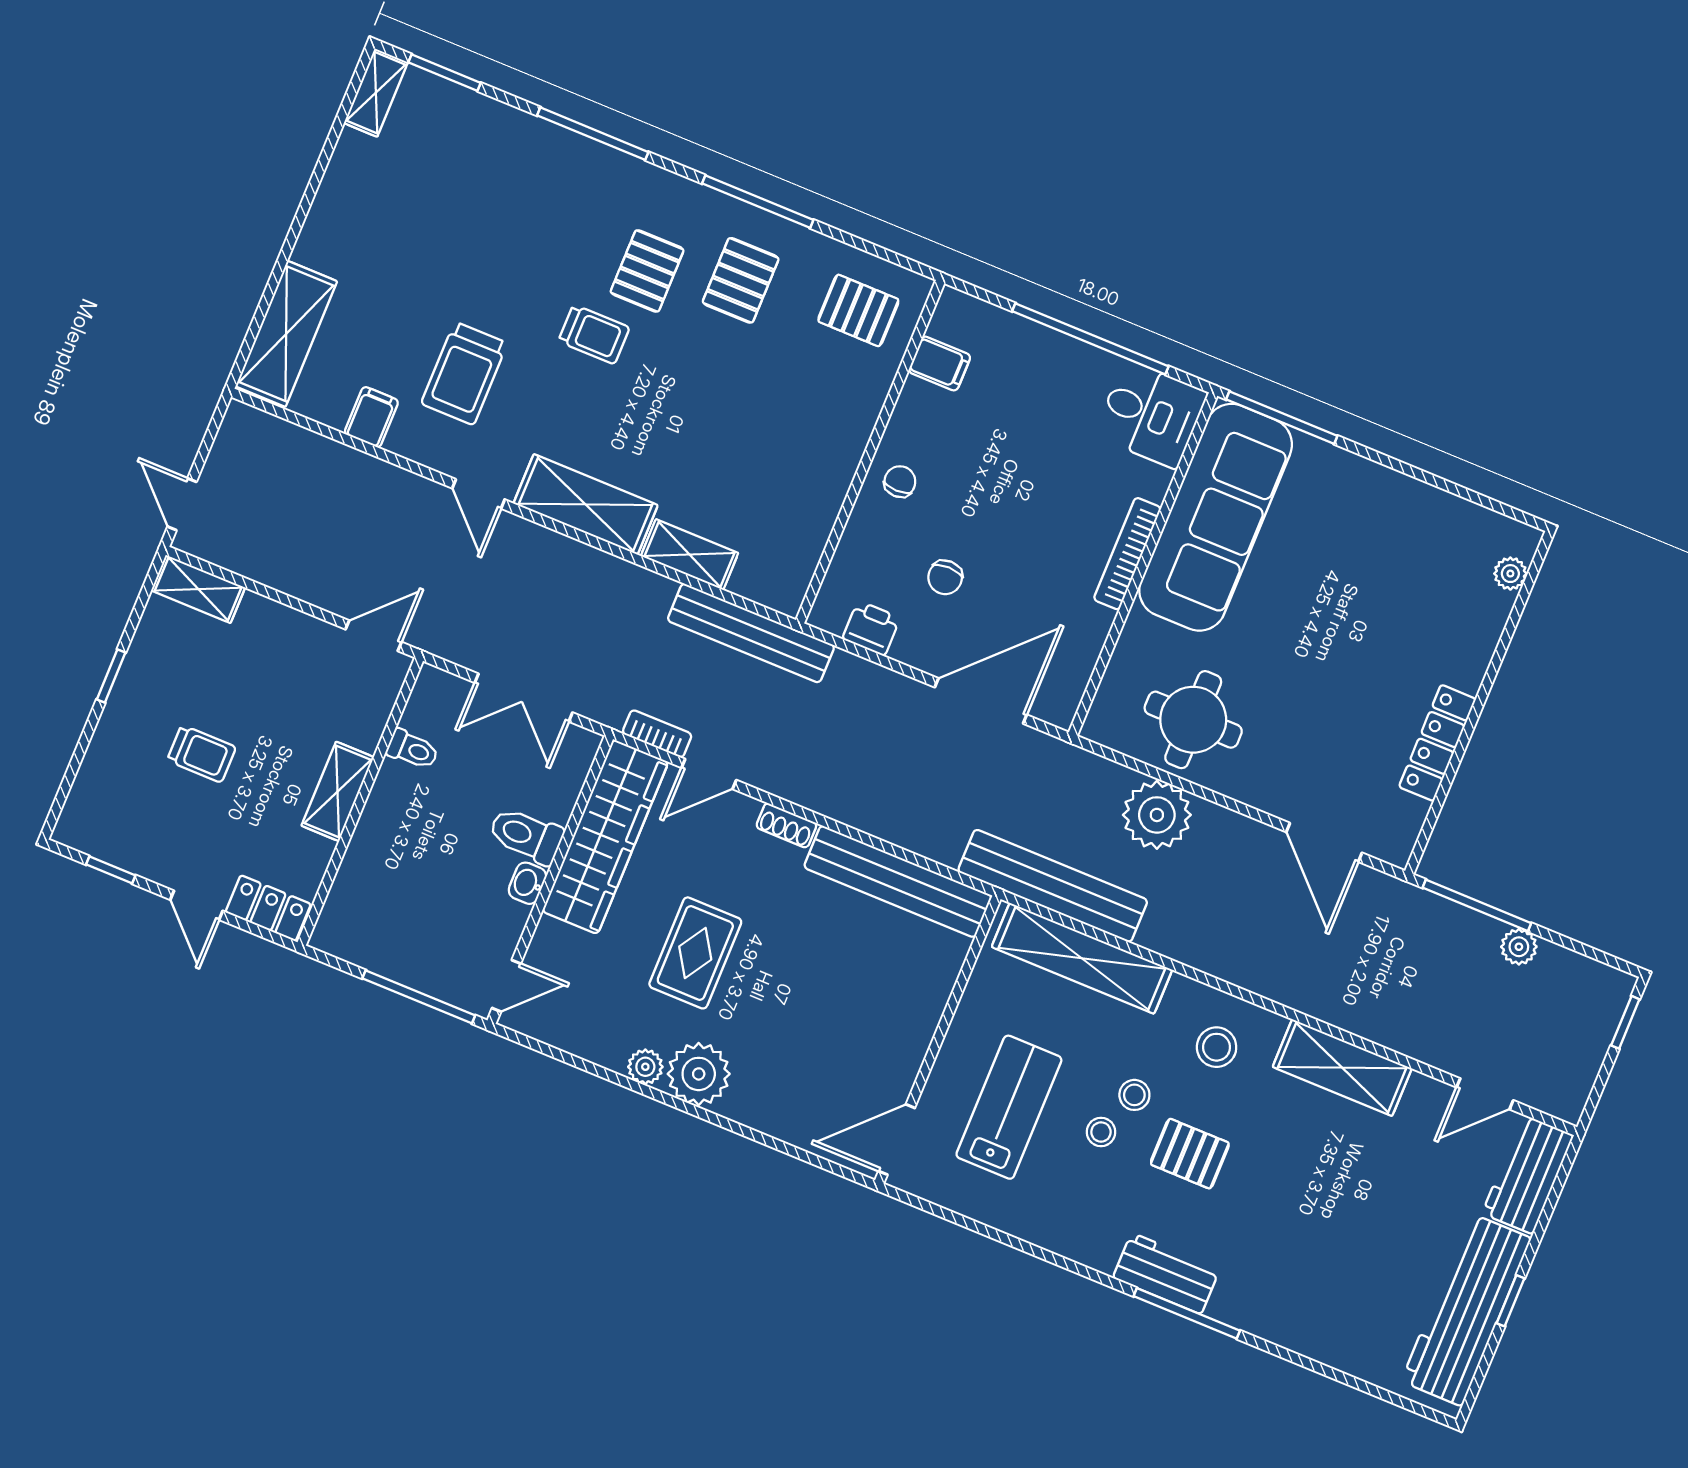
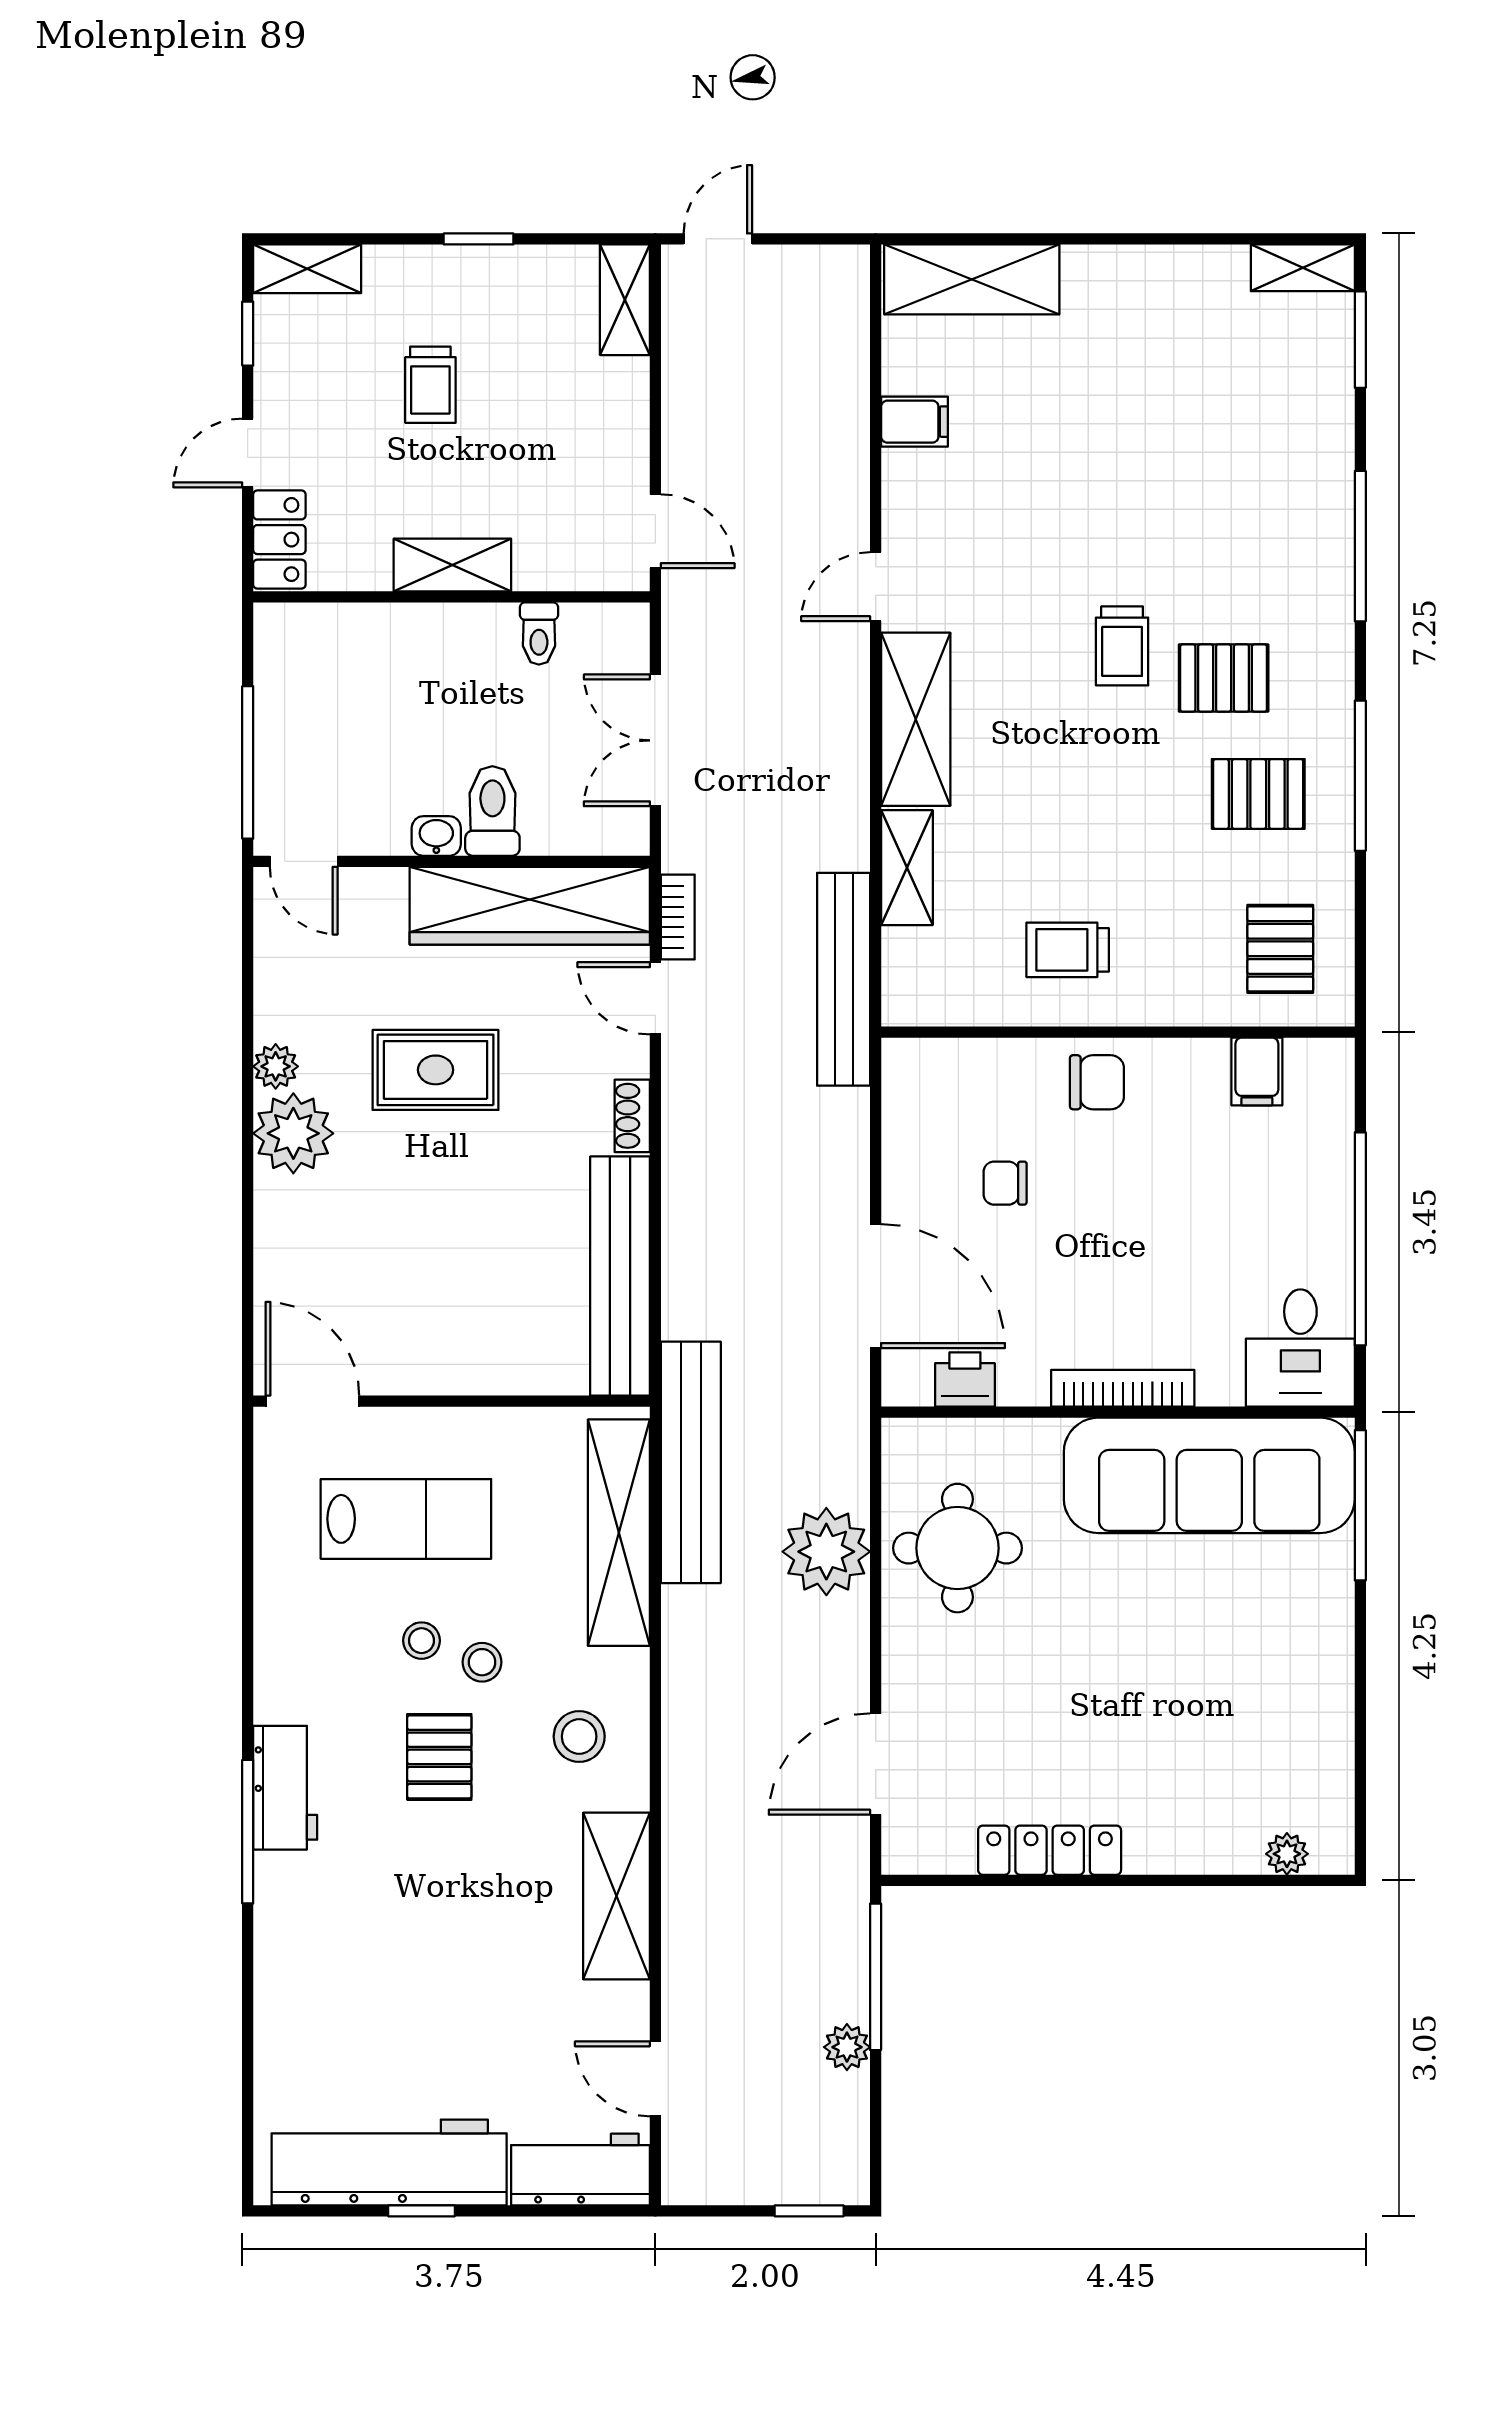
trolley: (464, 373) -> (1068, 950), moved, width x0.73, depth x0.72
chair: (900, 482) -> (1097, 1082), width x1.37, depth x1.37
printer: (871, 628) -> (965, 1379), moved, turned -90
shelving: (82, 808) -> (307, 269), added

